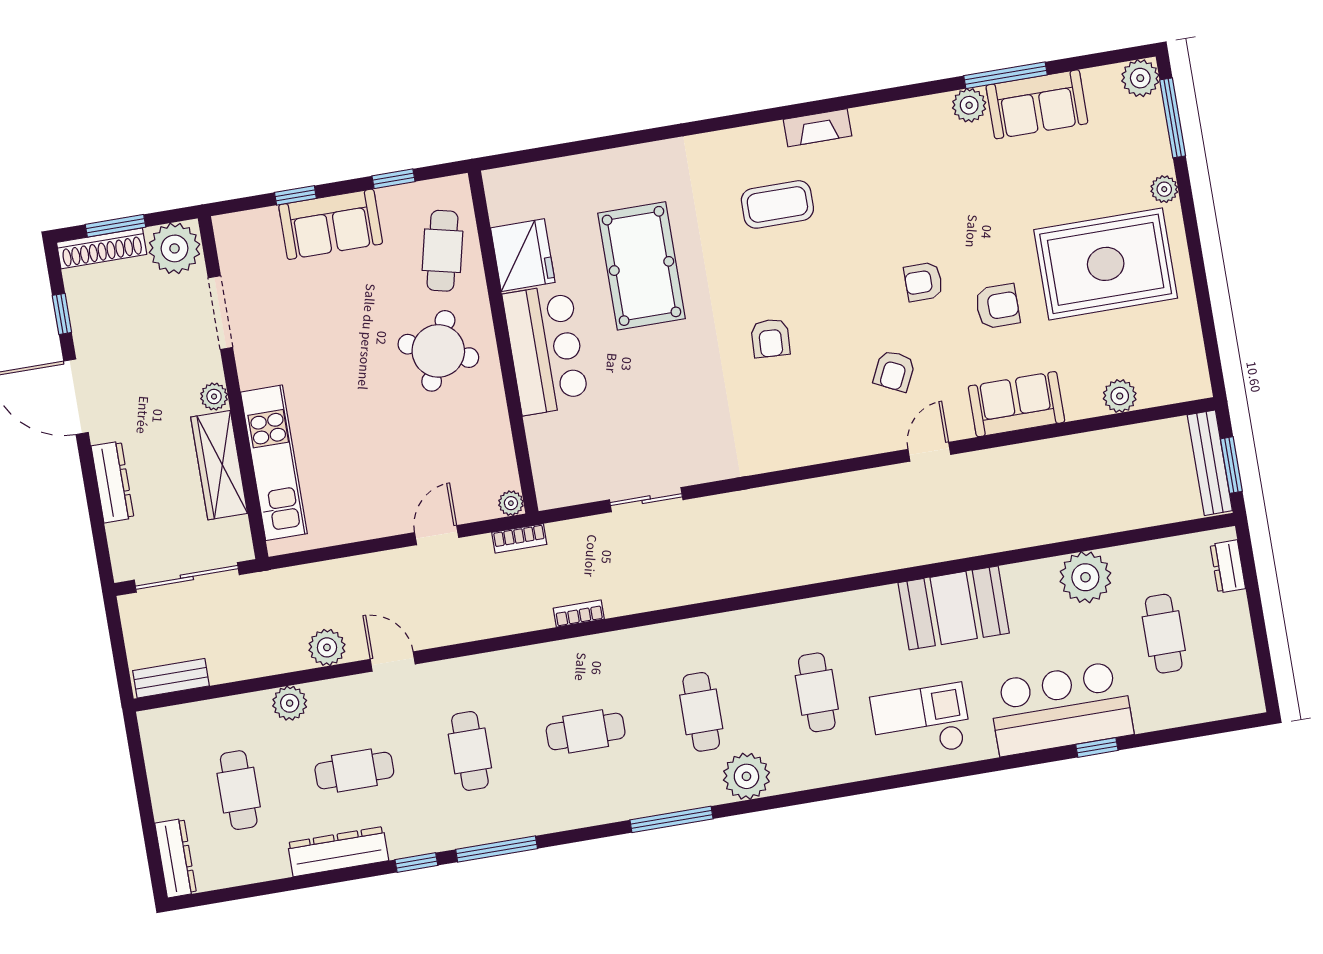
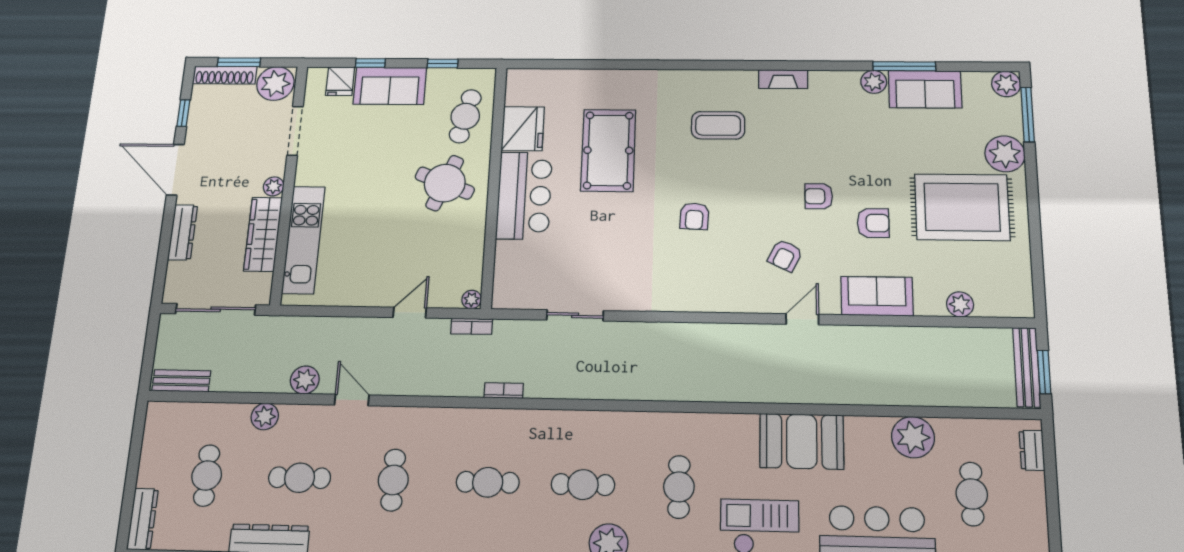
fireplace: (818, 128) -> (783, 79), moved
plant: (1164, 189) -> (1005, 154), width x1.88, depth x1.88
fridge: (262, 230) -> (340, 81), added
cafe table: (701, 712) -> (583, 485), turned 90

